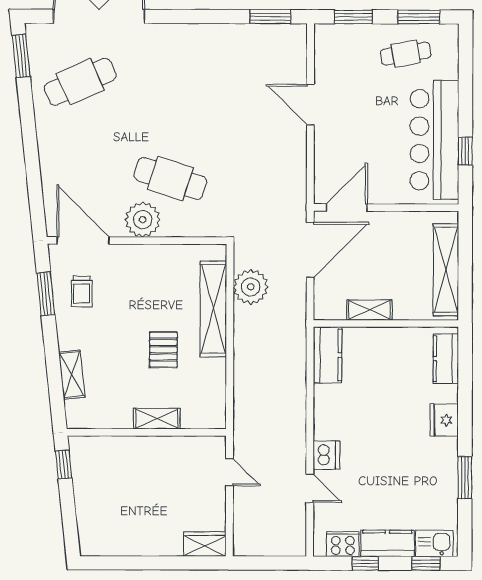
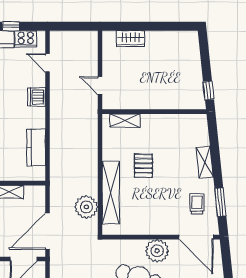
kitchen counter: (327, 355) -> (36, 147), moved
shelving: (72, 375) -> (205, 162), moved
shelving: (157, 419) -> (125, 121), moved
door: (310, 488) -> (47, 63), moved
wardrobe: (205, 544) -> (131, 39), moved

